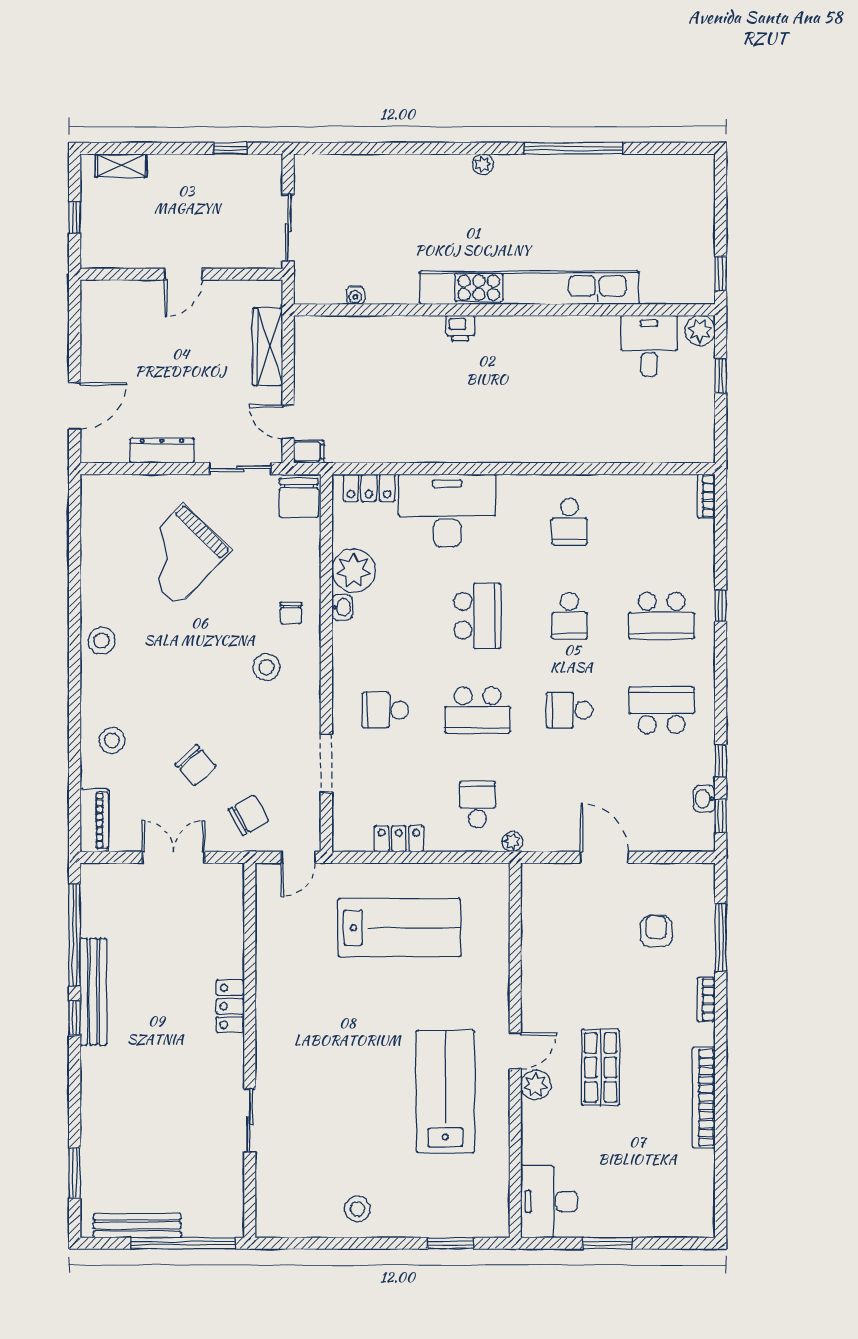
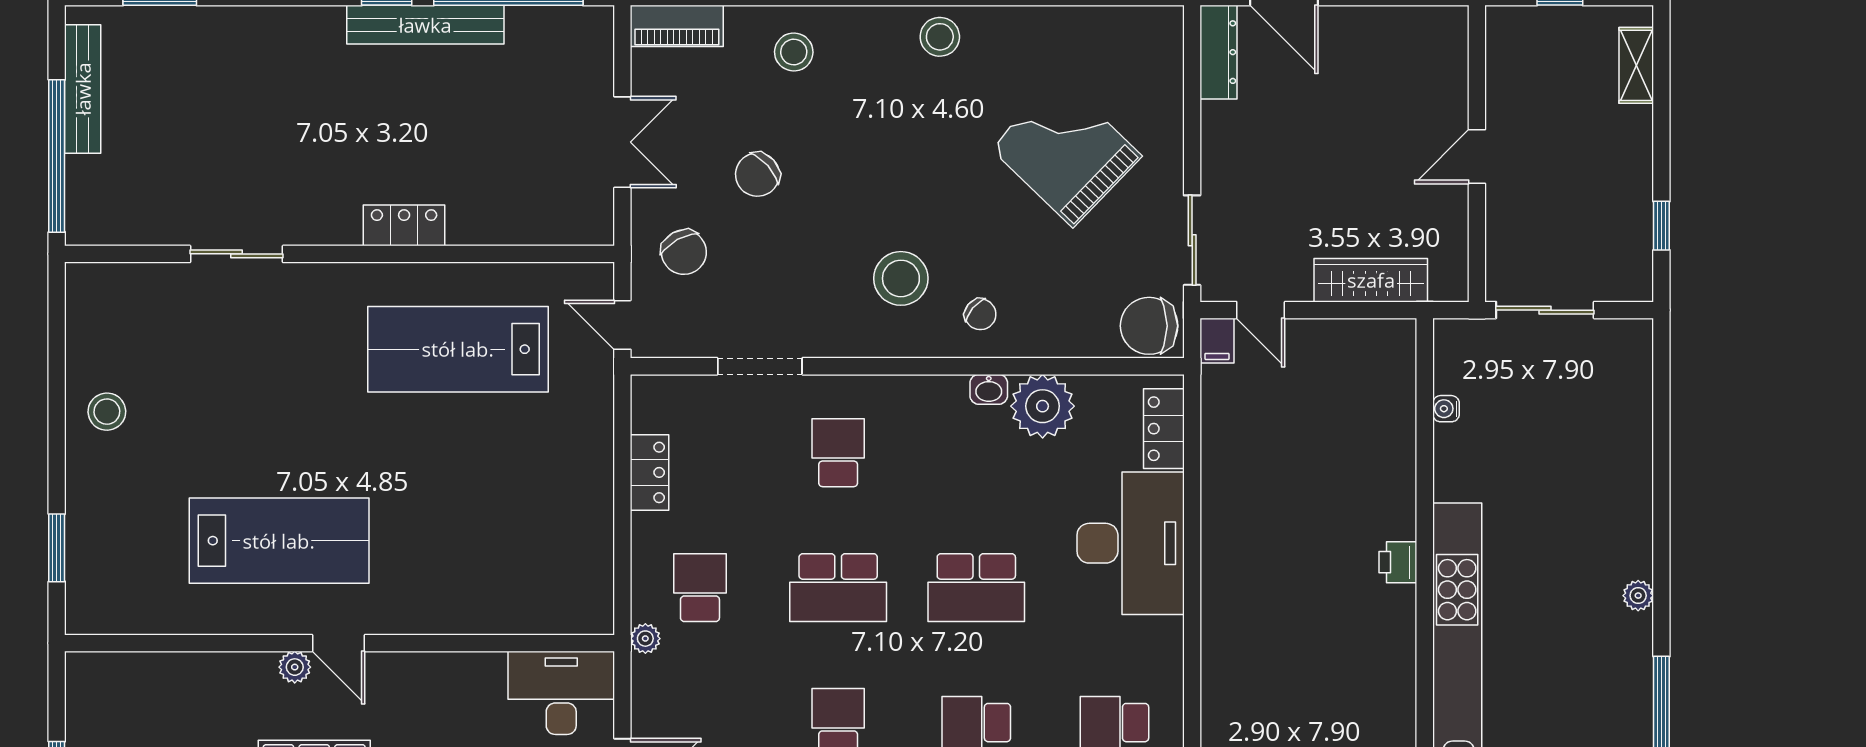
door: (183, 274) -> (1477, 157), hinge flipped
door: (288, 422) -> (1261, 310), swing flipped
dresser: (162, 451) -> (1218, 52), moved
chair: (291, 613) -> (980, 314), turned -140
stool: (266, 667) -> (901, 278), width x1.38, depth x1.38
school desk: (477, 710) -> (838, 588), turned -90
school desk: (477, 804) -> (700, 588), turned -90
lab bench: (399, 928) -> (458, 349), moved, turned 90
plant: (536, 1085) -> (295, 667), width x0.73, depth x0.73
desk: (549, 1202) -> (561, 693), moved

